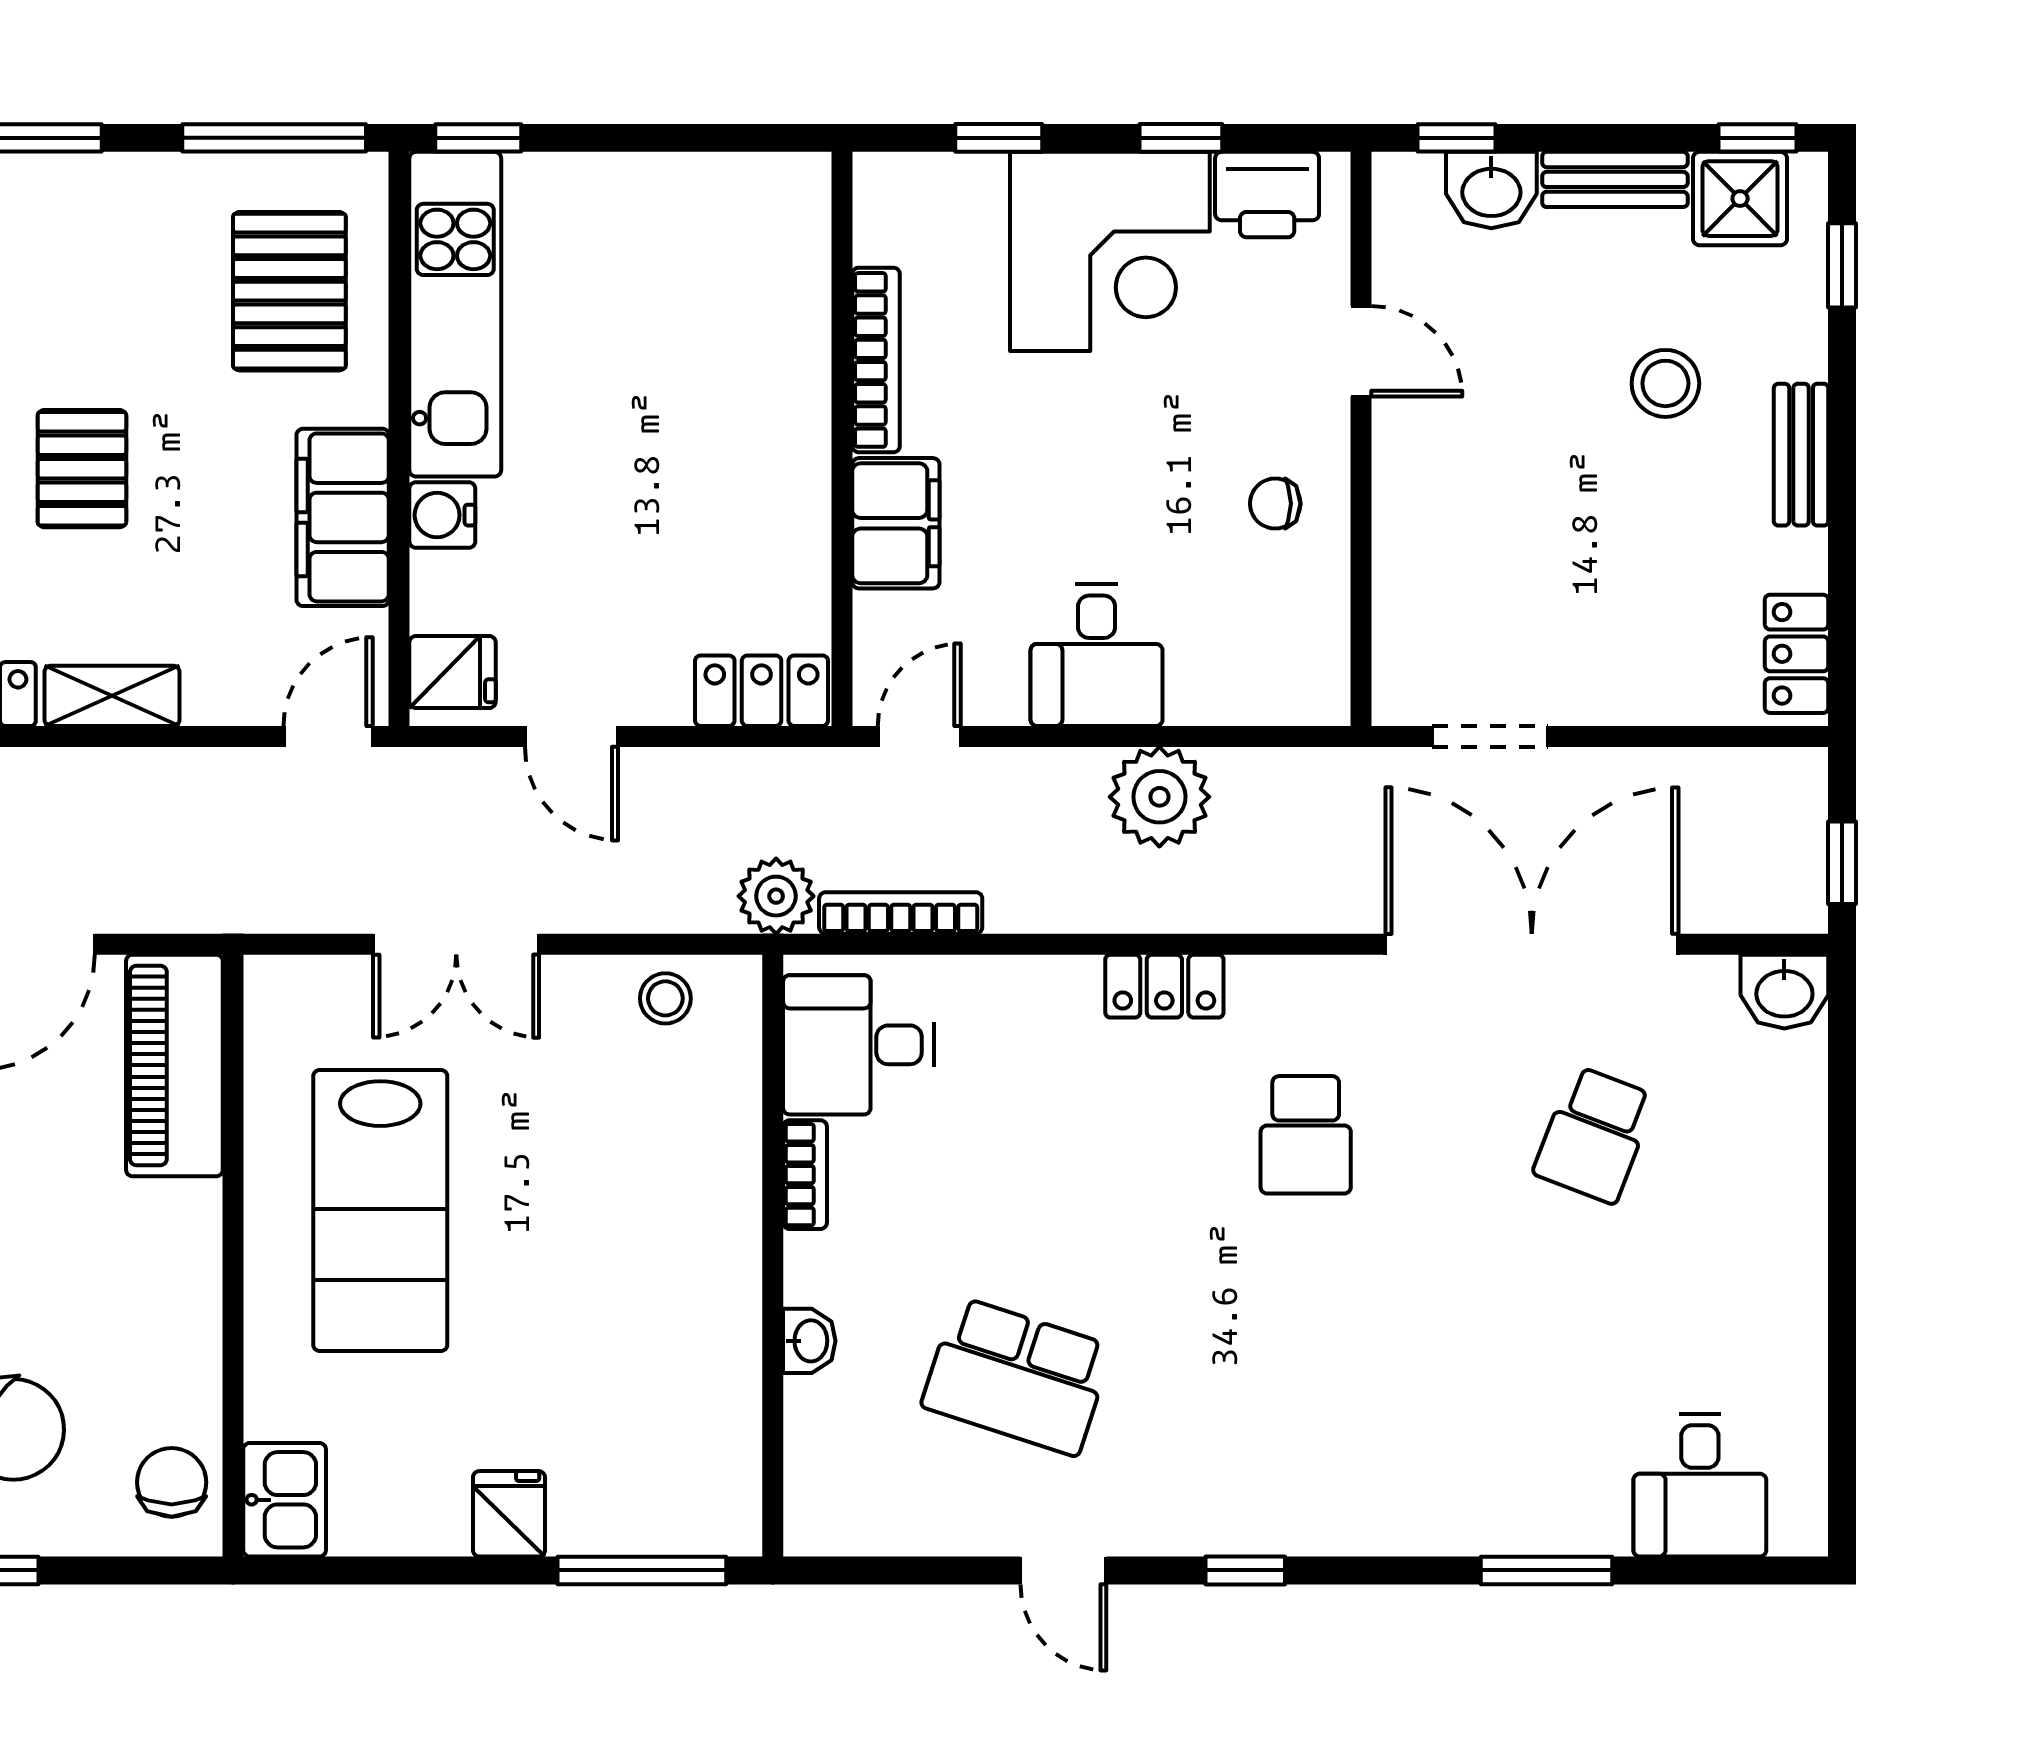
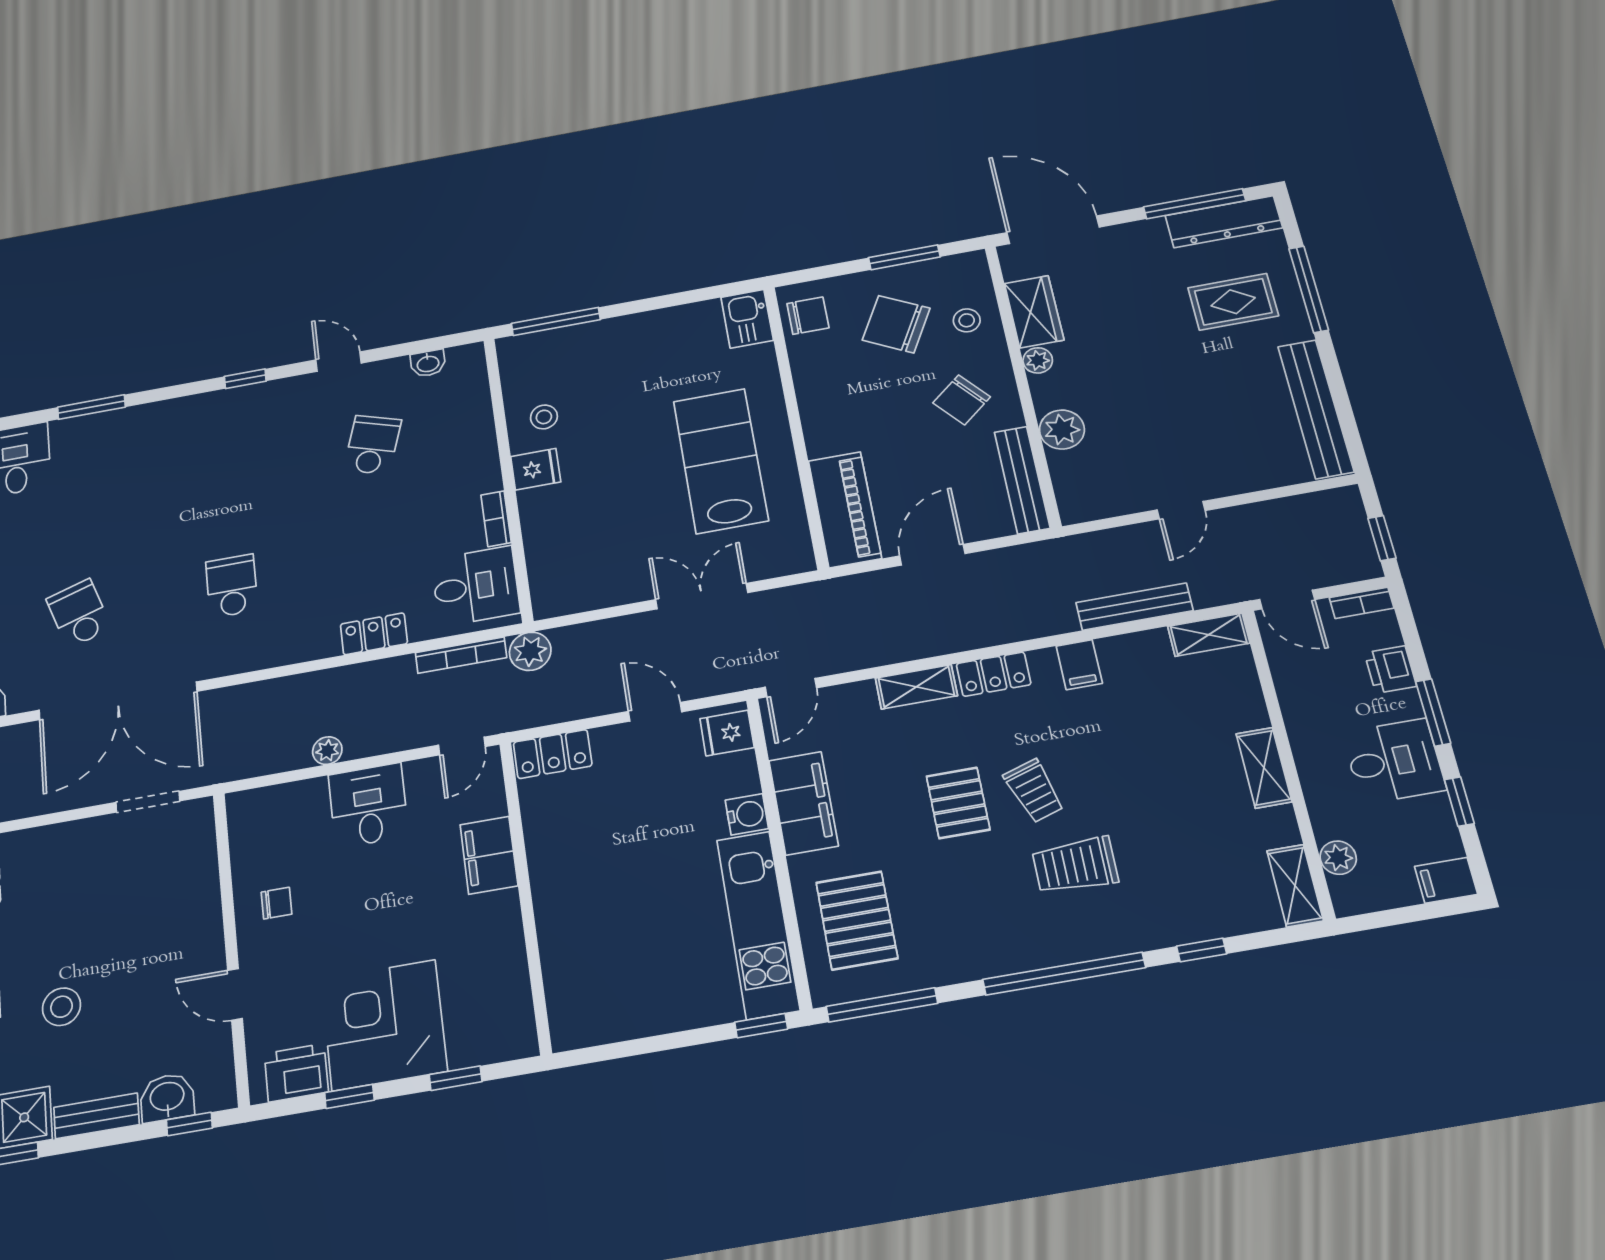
bookcase: (876, 360) -> (511, 941), removed
plant: (1159, 797) -> (327, 751), width x0.53, depth x0.53
locker: (1164, 986) -> (374, 634), moved
stool: (665, 998) -> (544, 417), moved
school desk: (1594, 1135) -> (79, 614), turned -39
washbasin: (809, 1341) -> (428, 363), moved, turned -90
school desk: (1017, 1376) -> (372, 445), width x0.54
chair: (172, 1482) -> (808, 316), turned -90
fridge: (509, 1514) -> (536, 469), moved, turned -90

